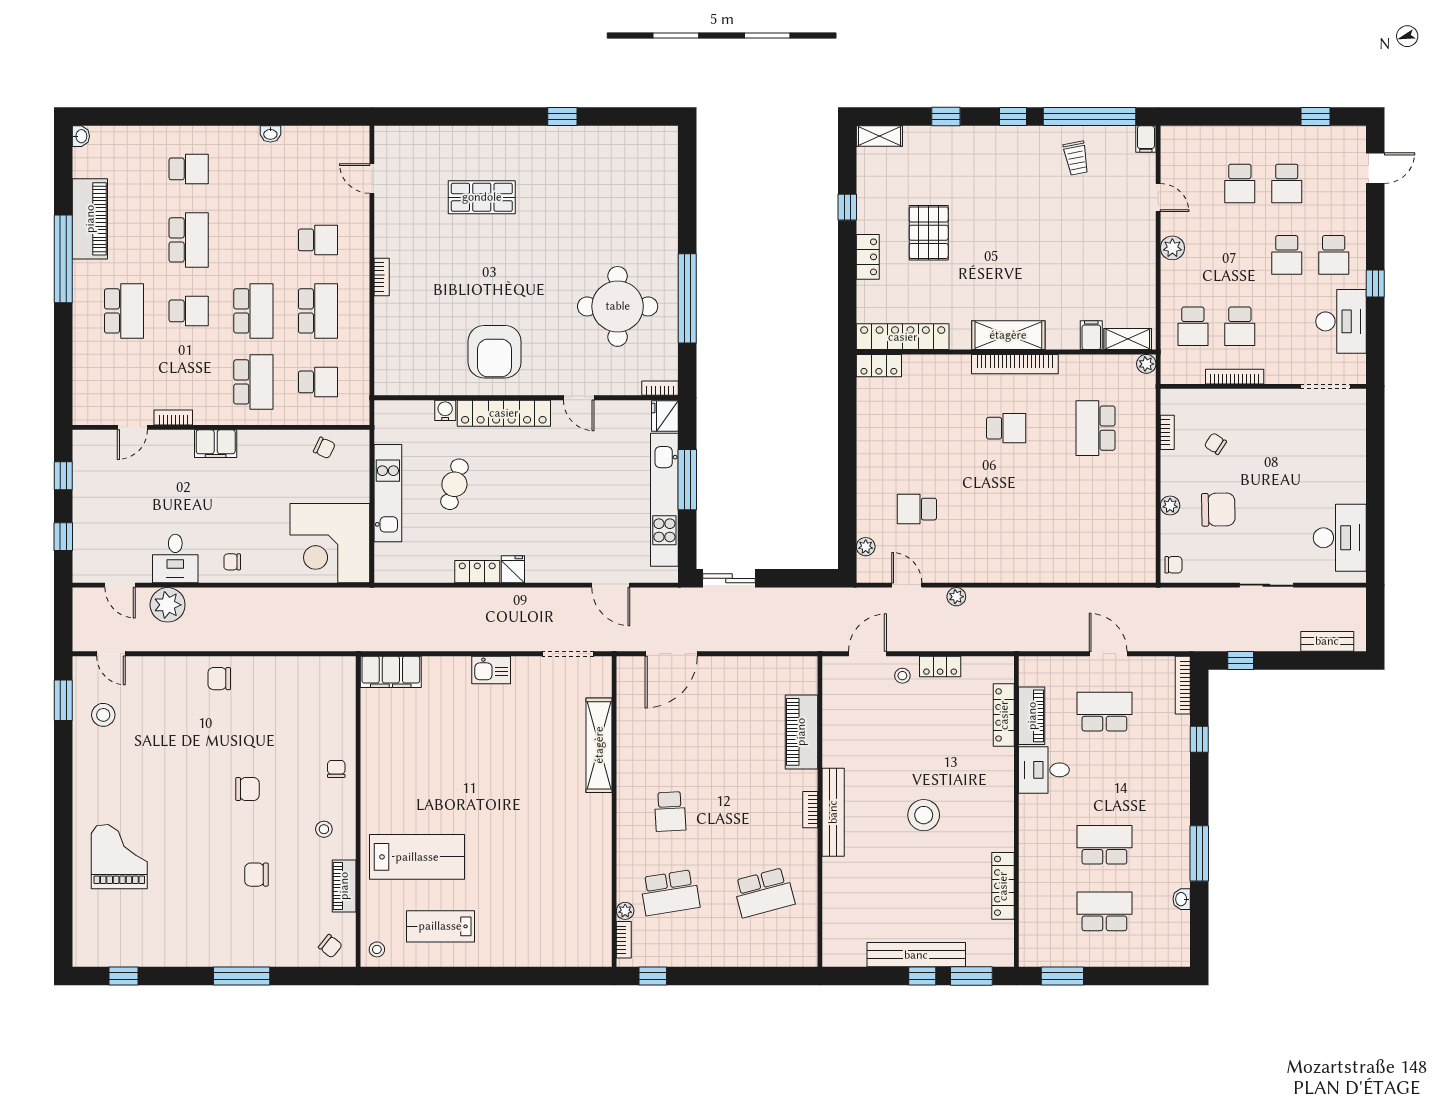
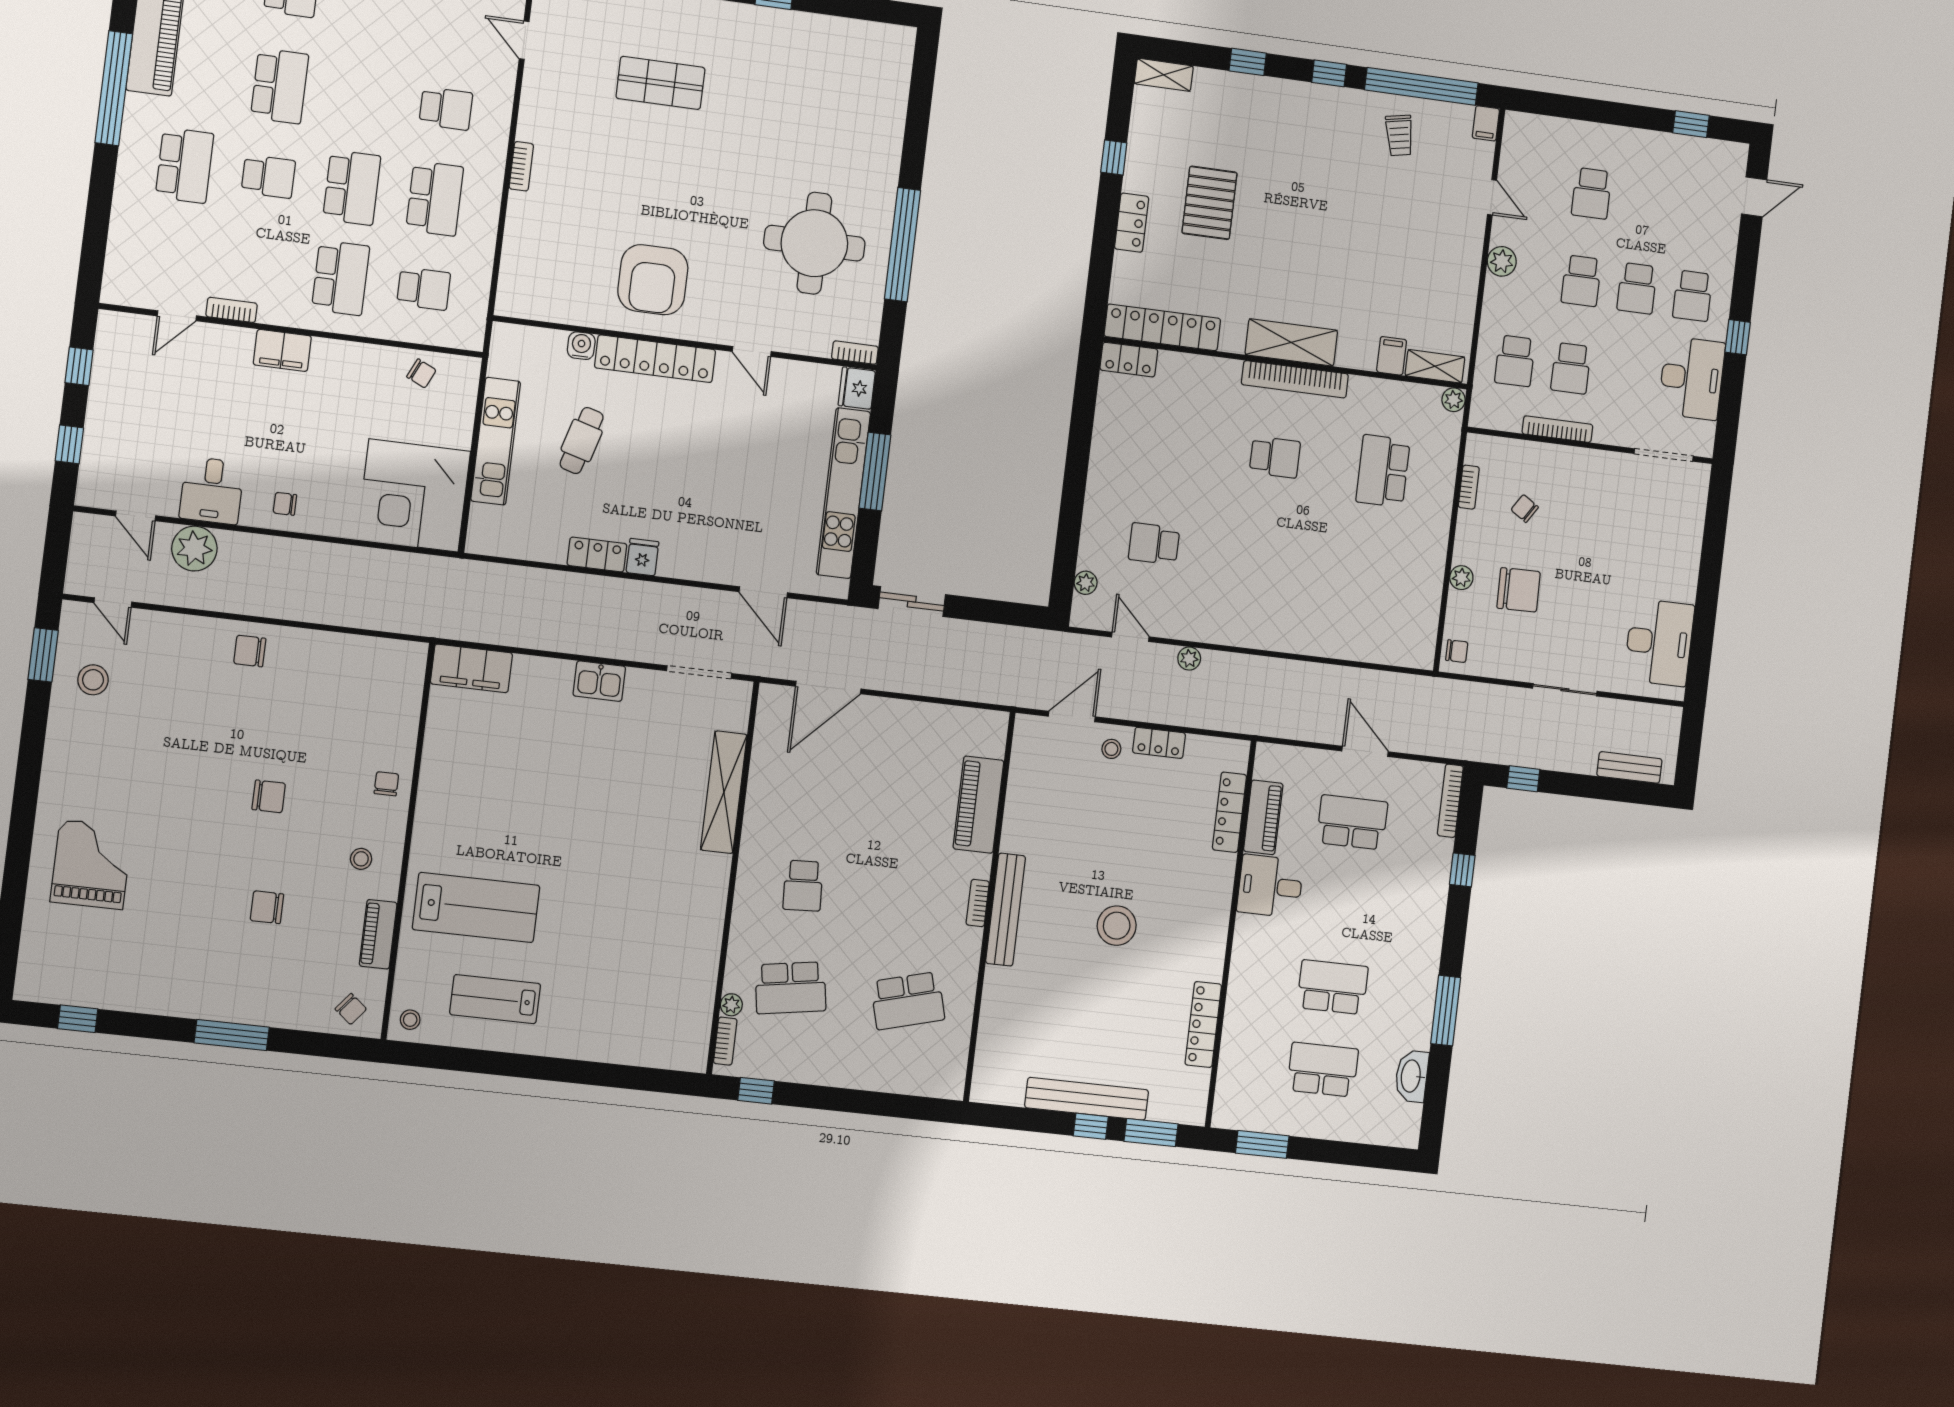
school desk: (1287, 183) -> (1581, 281), moved
washbasin: (1182, 899) -> (1412, 1076), width x1.91, depth x1.45

